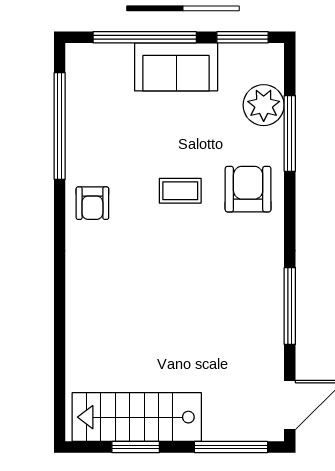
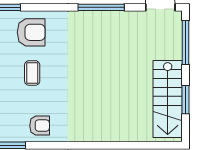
armchair: (248, 189) -> (31, 32), turned 180

